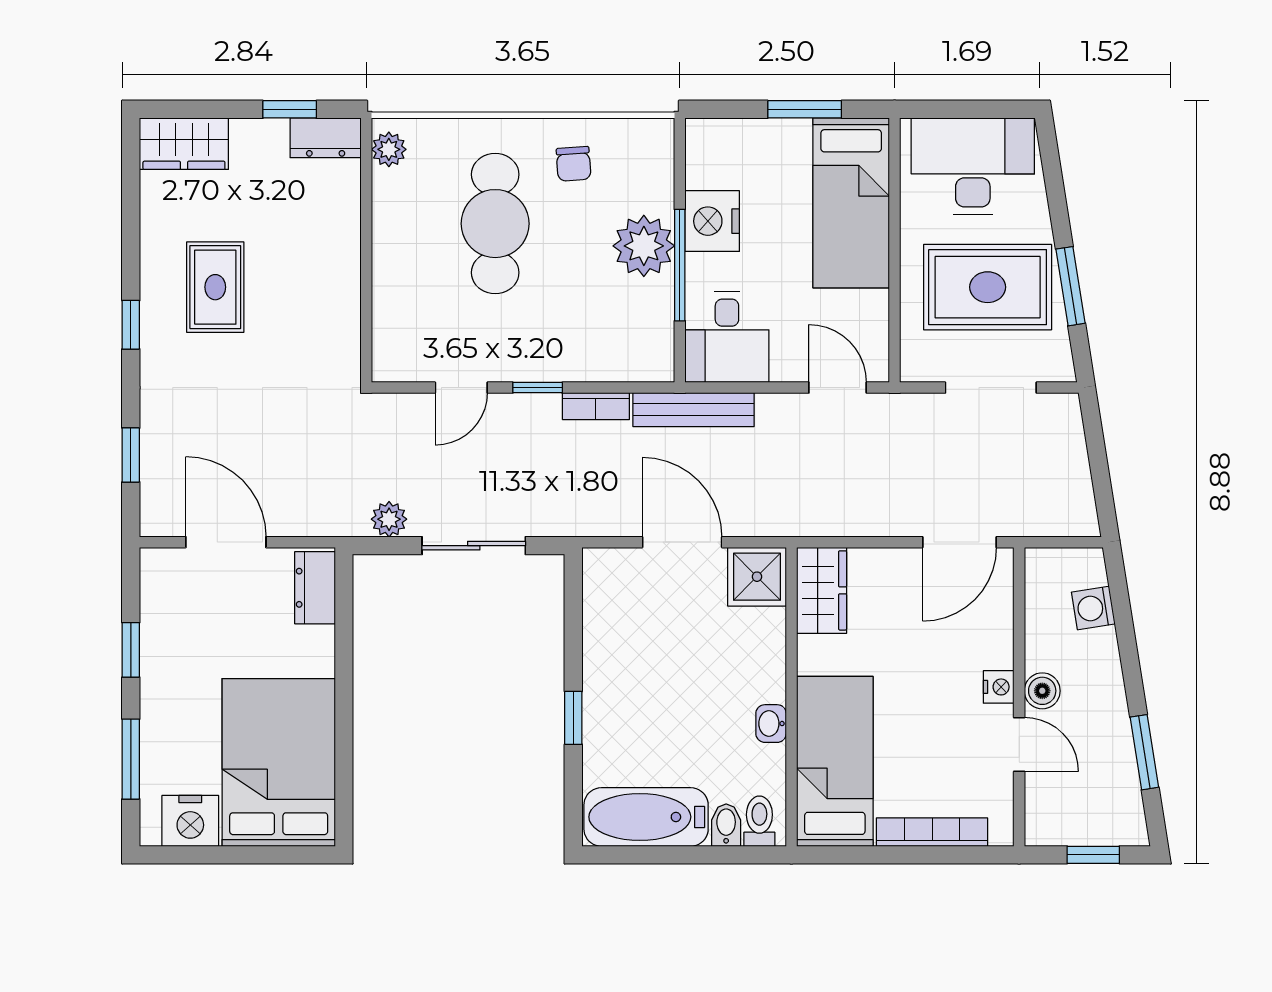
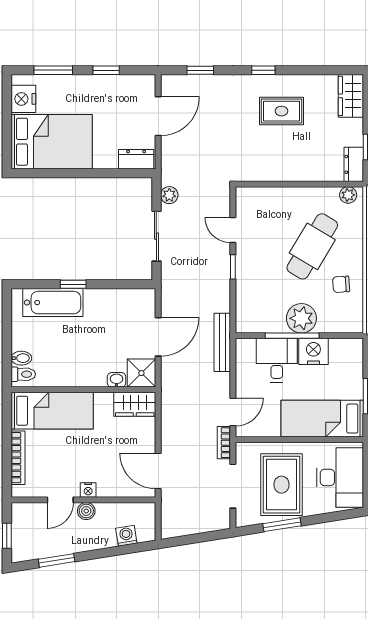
cafe table: (495, 224) -> (312, 246), turned -59
desk: (727, 337) -> (277, 360), moved, turned 90
bookcase: (596, 406) -> (224, 443), moved
washbasin: (771, 724) -> (116, 380), moved
bathtub: (646, 817) -> (53, 303), moved, turned 90

